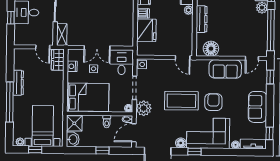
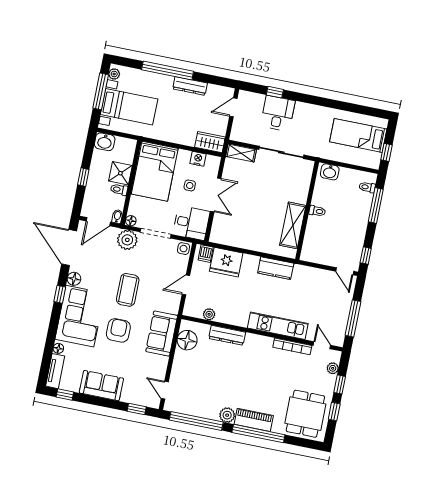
plant: (189, 10) -> (209, 314), moved
dishwasher: (143, 13) -> (206, 254), moved
door: (43, 47) -> (233, 107), moved
double door: (97, 48) -> (216, 195), swing flipped
door: (183, 58) -> (186, 285), moved
sofa: (225, 69) -> (162, 334), moved
coffee table: (181, 101) -> (128, 290), width x0.73, depth x0.76
armchair: (213, 102) -> (118, 330), turned -90
shower: (74, 123) -> (120, 173), moved
door: (134, 133) -> (98, 222), swing flipped
window: (35, 150) -> (101, 91), width x2.17

